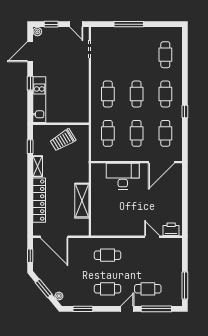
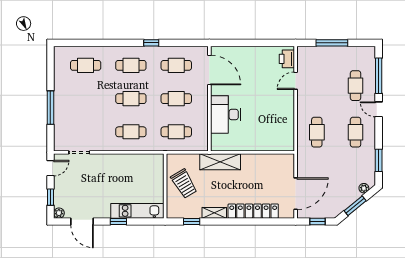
shelving: (82, 201) -> (220, 162), moved
window: (185, 285) -> (332, 43), moved

